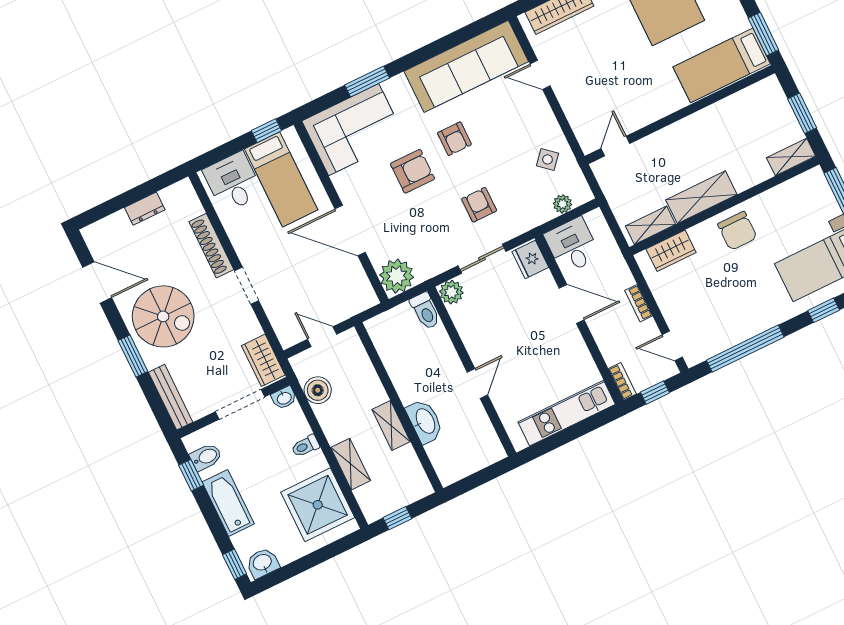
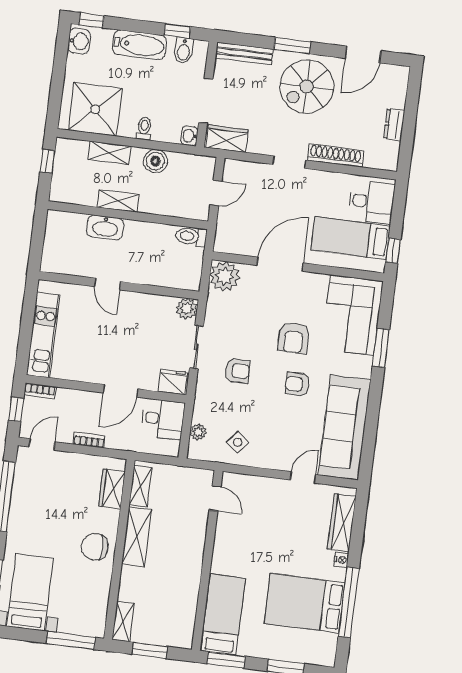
toilet: (425, 311) -> (191, 236), moved
boiler: (318, 390) -> (155, 161), moved

